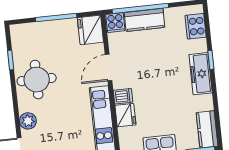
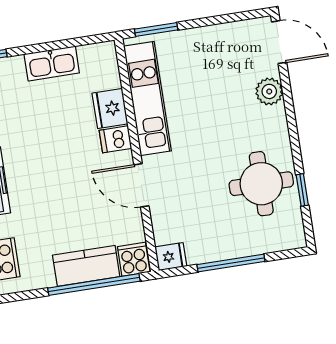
fridge: (90, 30) -> (171, 257), width x0.53, depth x0.75
door: (109, 67) -> (141, 185), swing flipped
round table: (37, 80) -> (261, 184), moved

